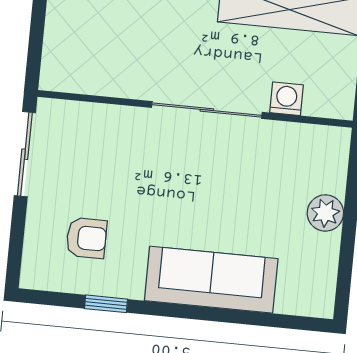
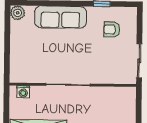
washing machine: (287, 99) -> (23, 92), moved
plant: (325, 213) -> (18, 13), moved

